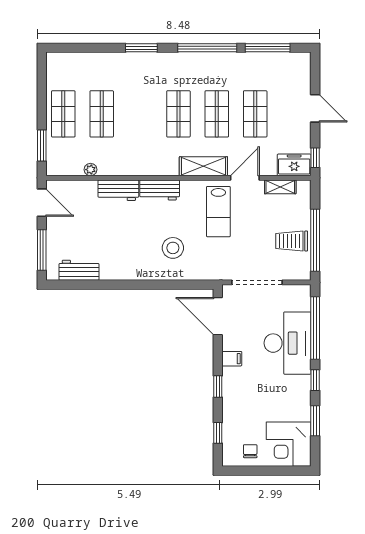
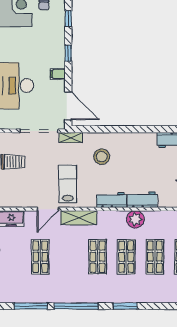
shop shelf: (217, 114) -> (126, 257), moved
plant: (90, 170) -> (135, 219), moved, width x1.88, depth x1.88
shelving: (280, 187) -> (71, 138), moved

